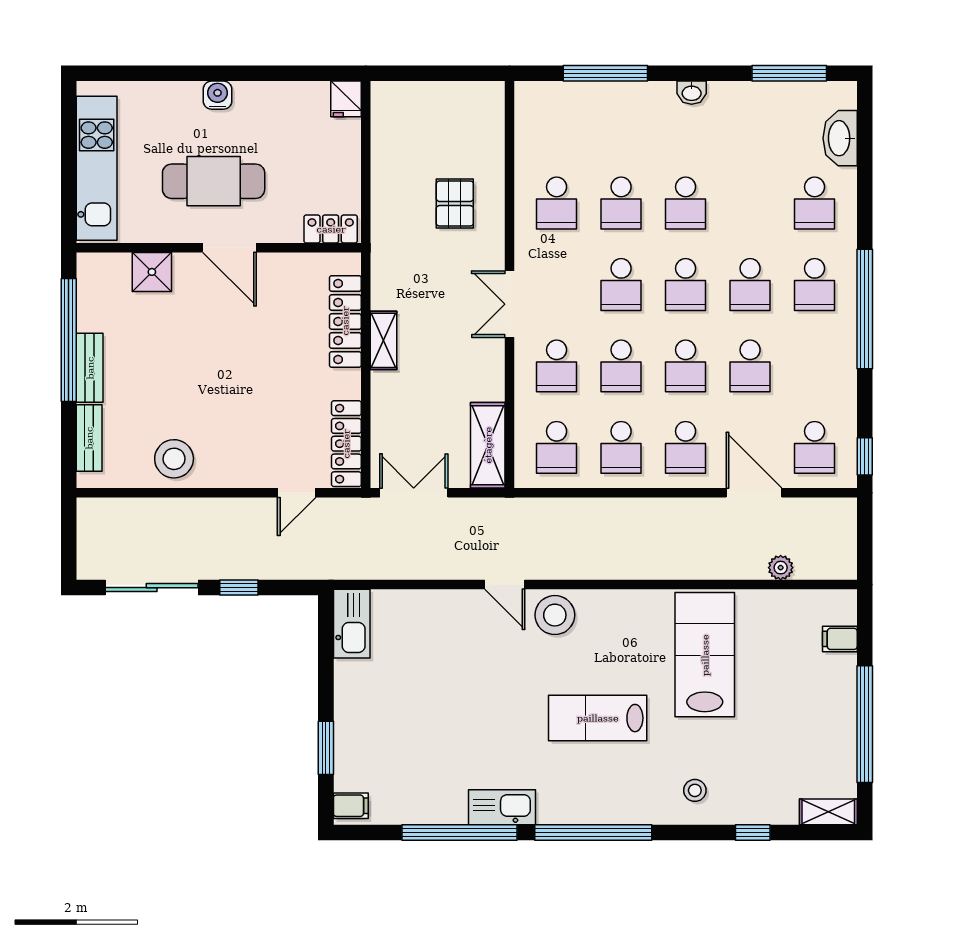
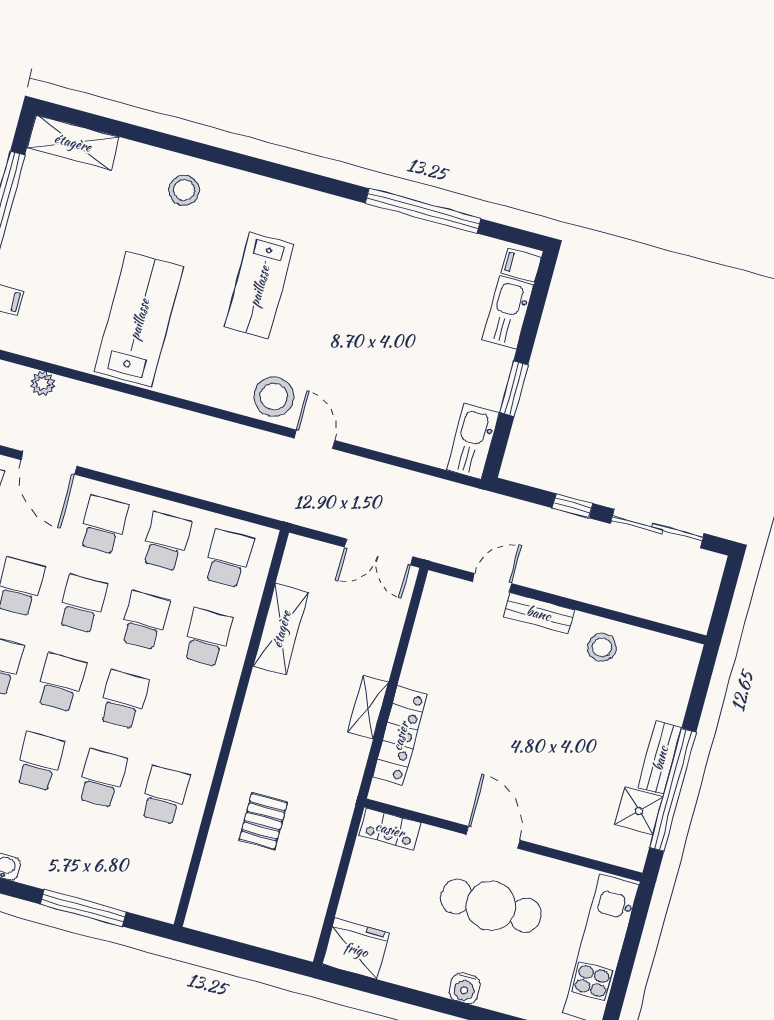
fridge: (346, 99) -> (356, 949), width x1.88, depth x1.34
shower: (152, 272) -> (639, 811), moved
double door: (510, 304) -> (236, 709), removed
bench: (89, 438) -> (539, 613), moved, turned 90
locker: (346, 444) -> (431, 617), removed
shelving: (488, 445) -> (281, 629), moved
stool: (174, 459) -> (602, 647), width x0.73, depth x0.73
lab bench: (705, 655) -> (139, 319), turned 180
lab bench: (598, 718) -> (259, 286), turned 90
window: (326, 748) -> (514, 389), moved
stool: (695, 790) -> (184, 190), width x1.37, depth x1.37
kitchen sink: (502, 807) -> (508, 312), moved, turned 90
shelving: (828, 812) -> (73, 142), width x1.50, depth x1.33
window: (593, 832) -> (293, 176), removed
window: (753, 832) -> (139, 134), removed

